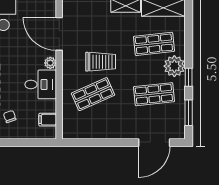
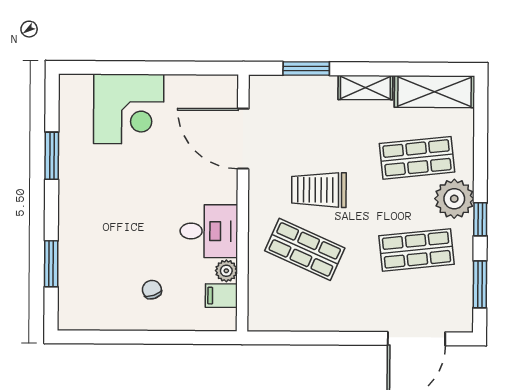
trolley: (101, 62) -> (319, 190), turned 180
plant: (50, 63) -> (226, 271), moved
shop shelf: (93, 94) -> (305, 249), turned 48

